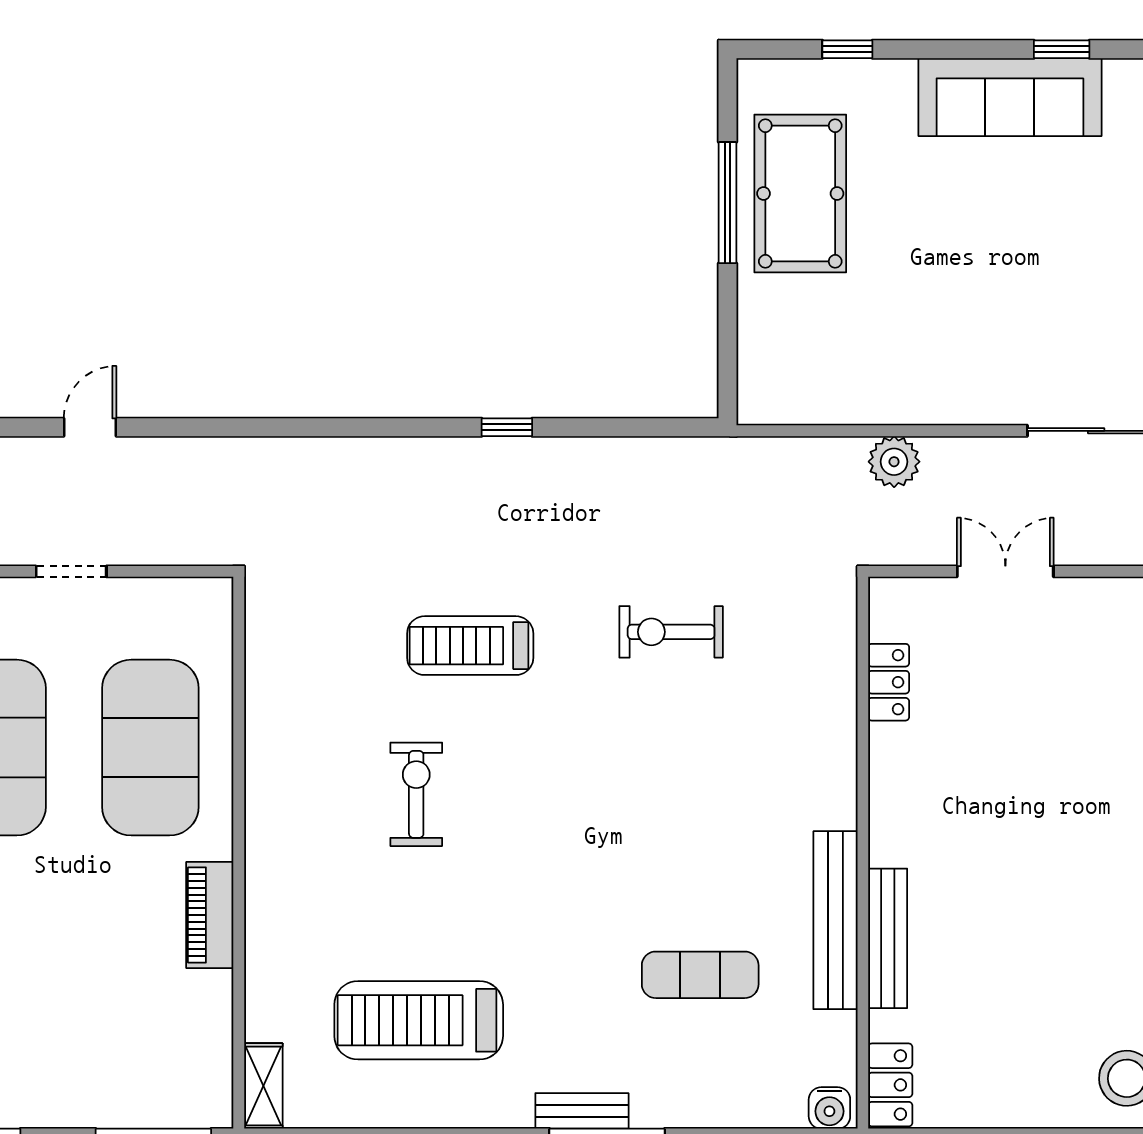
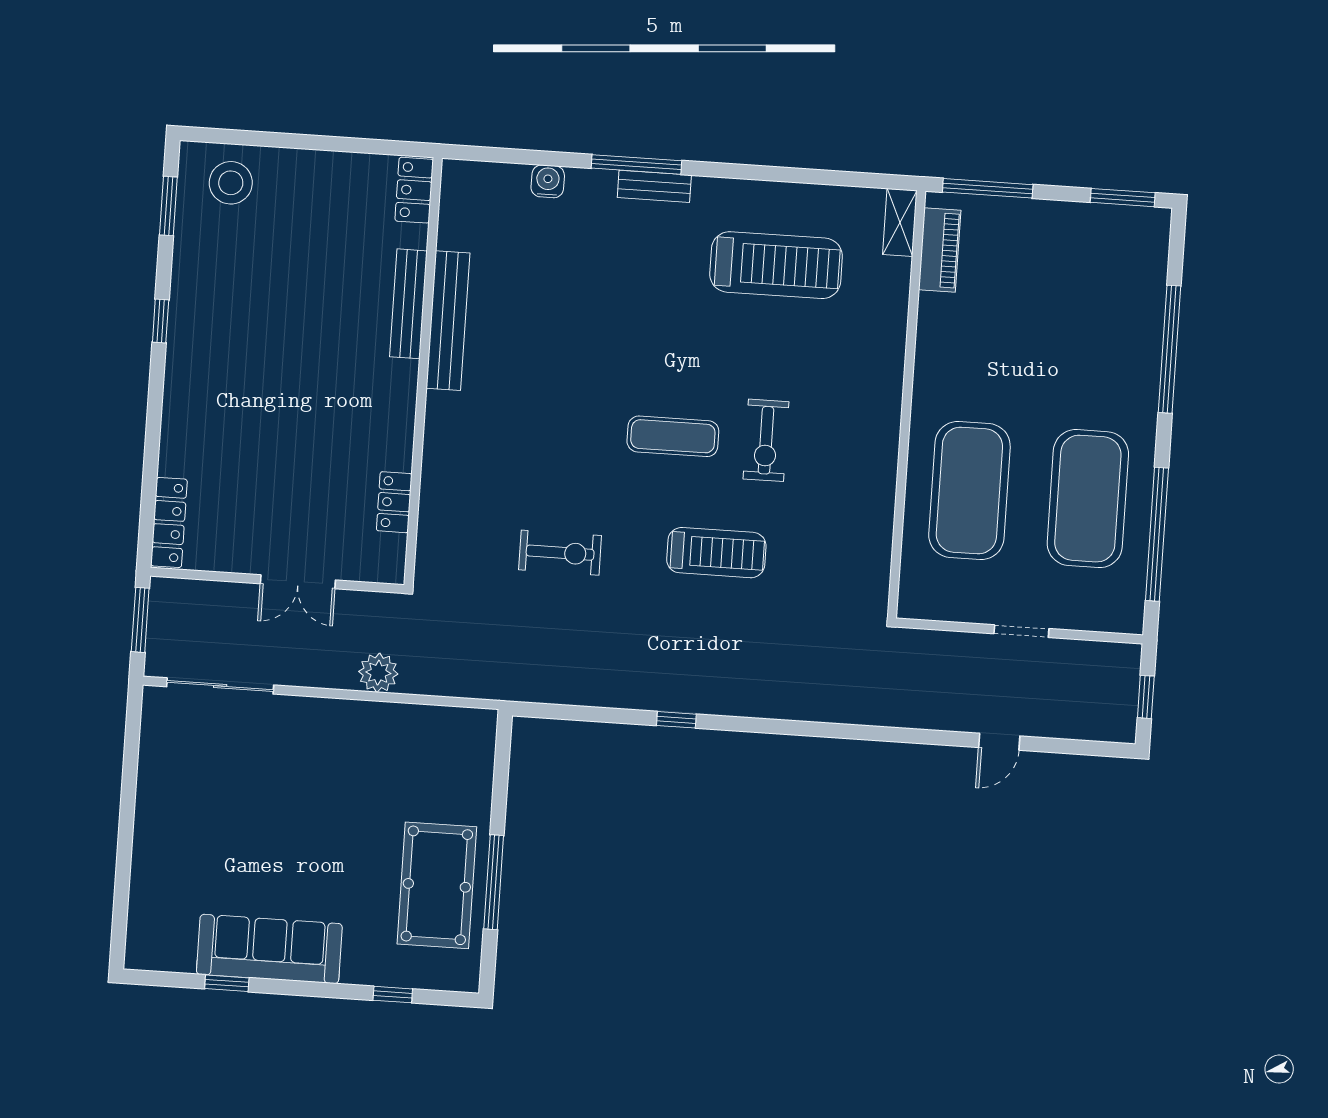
piano: (210, 915) -> (940, 250), moved
exercise mat: (700, 975) -> (673, 436), moved
water cooler: (829, 1108) -> (548, 181), moved

